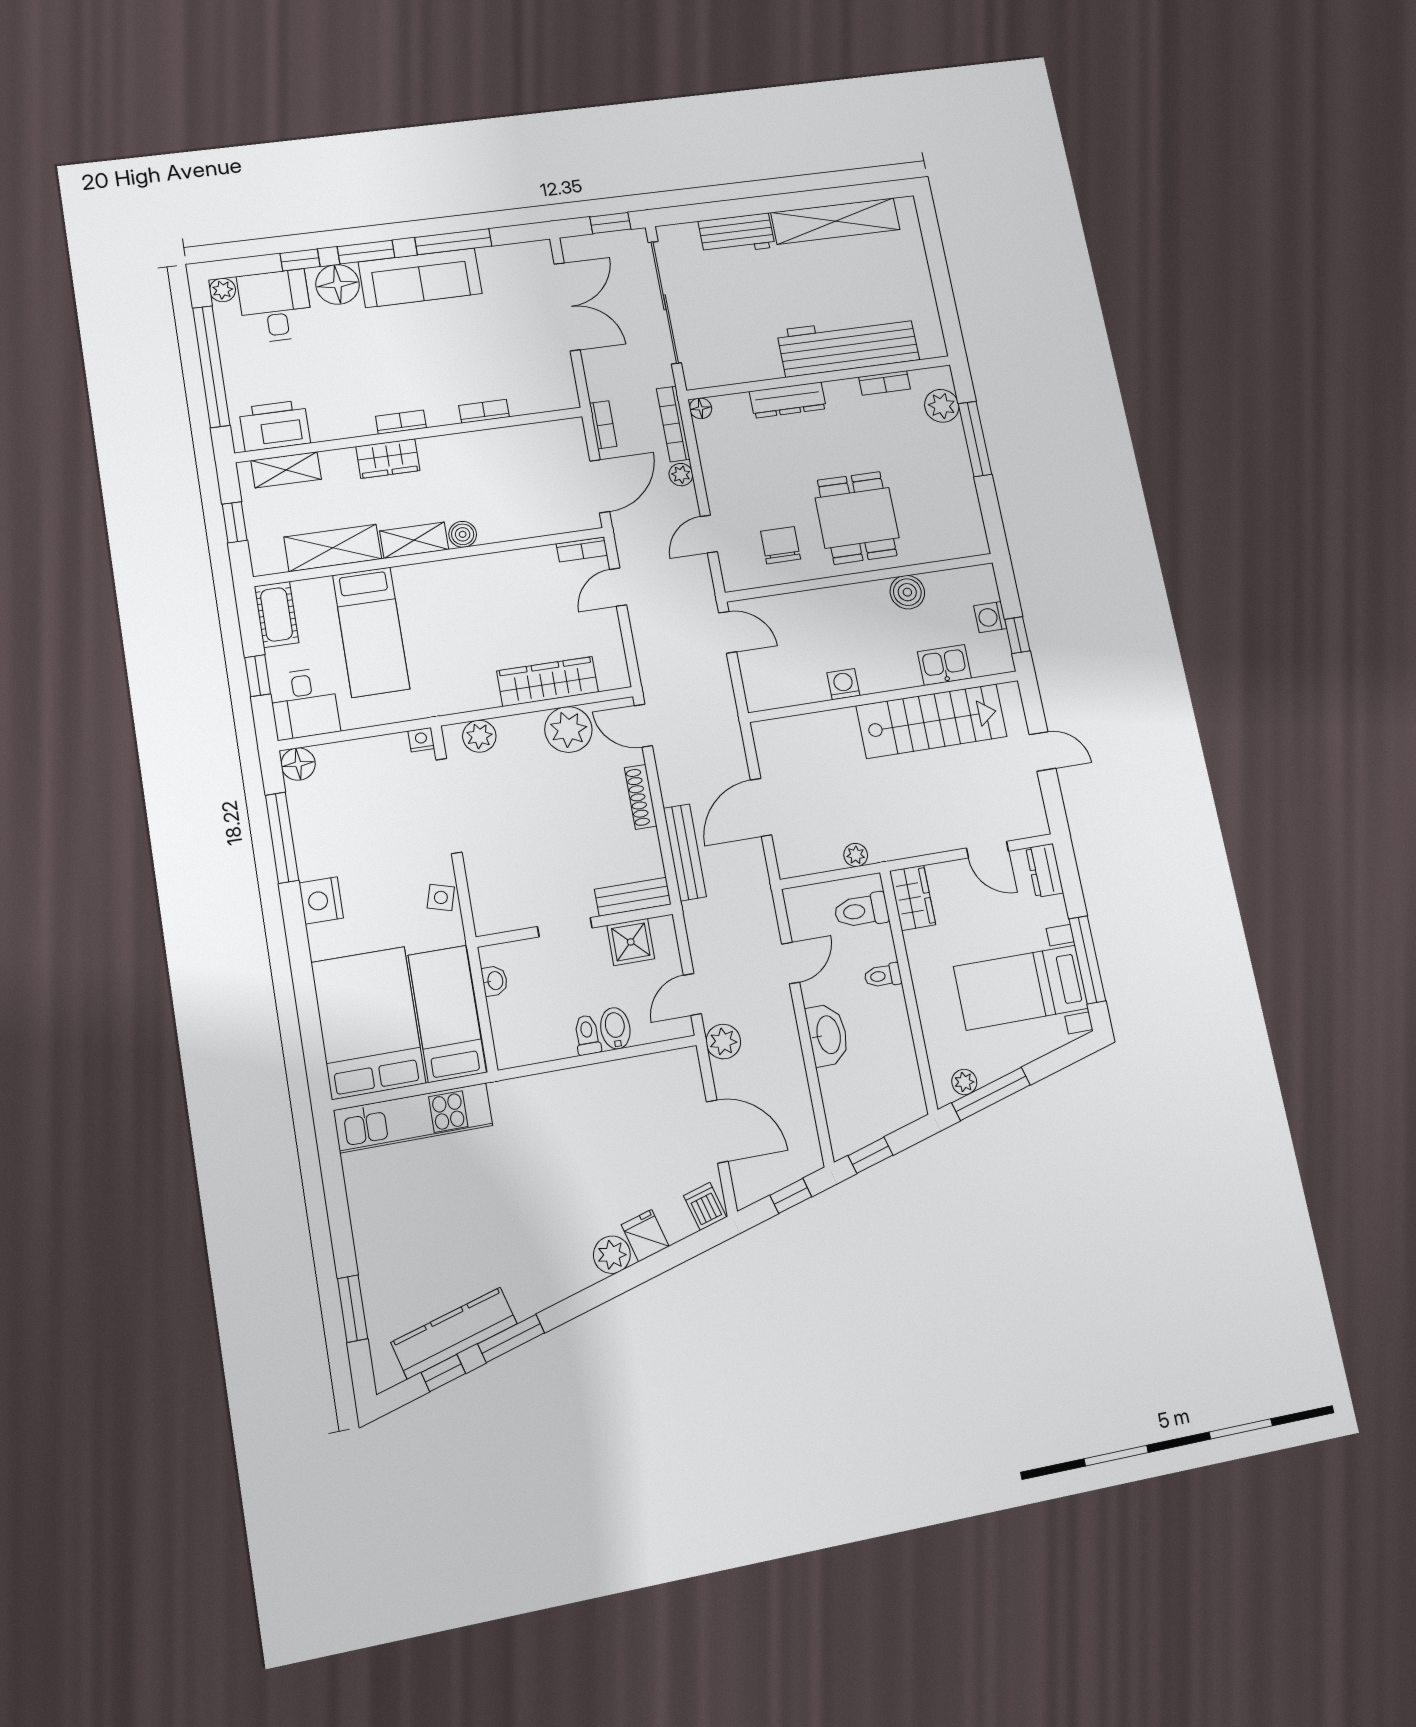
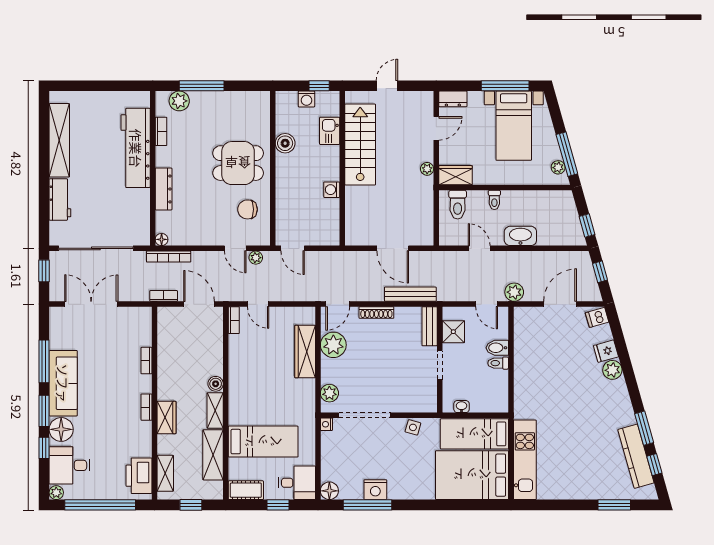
plant: (681, 475) -> (256, 258), moved
door: (728, 632) -> (293, 248), swing flipped
plant: (856, 855) -> (427, 169), moved
nightstand: (321, 900) -> (375, 490), moved

